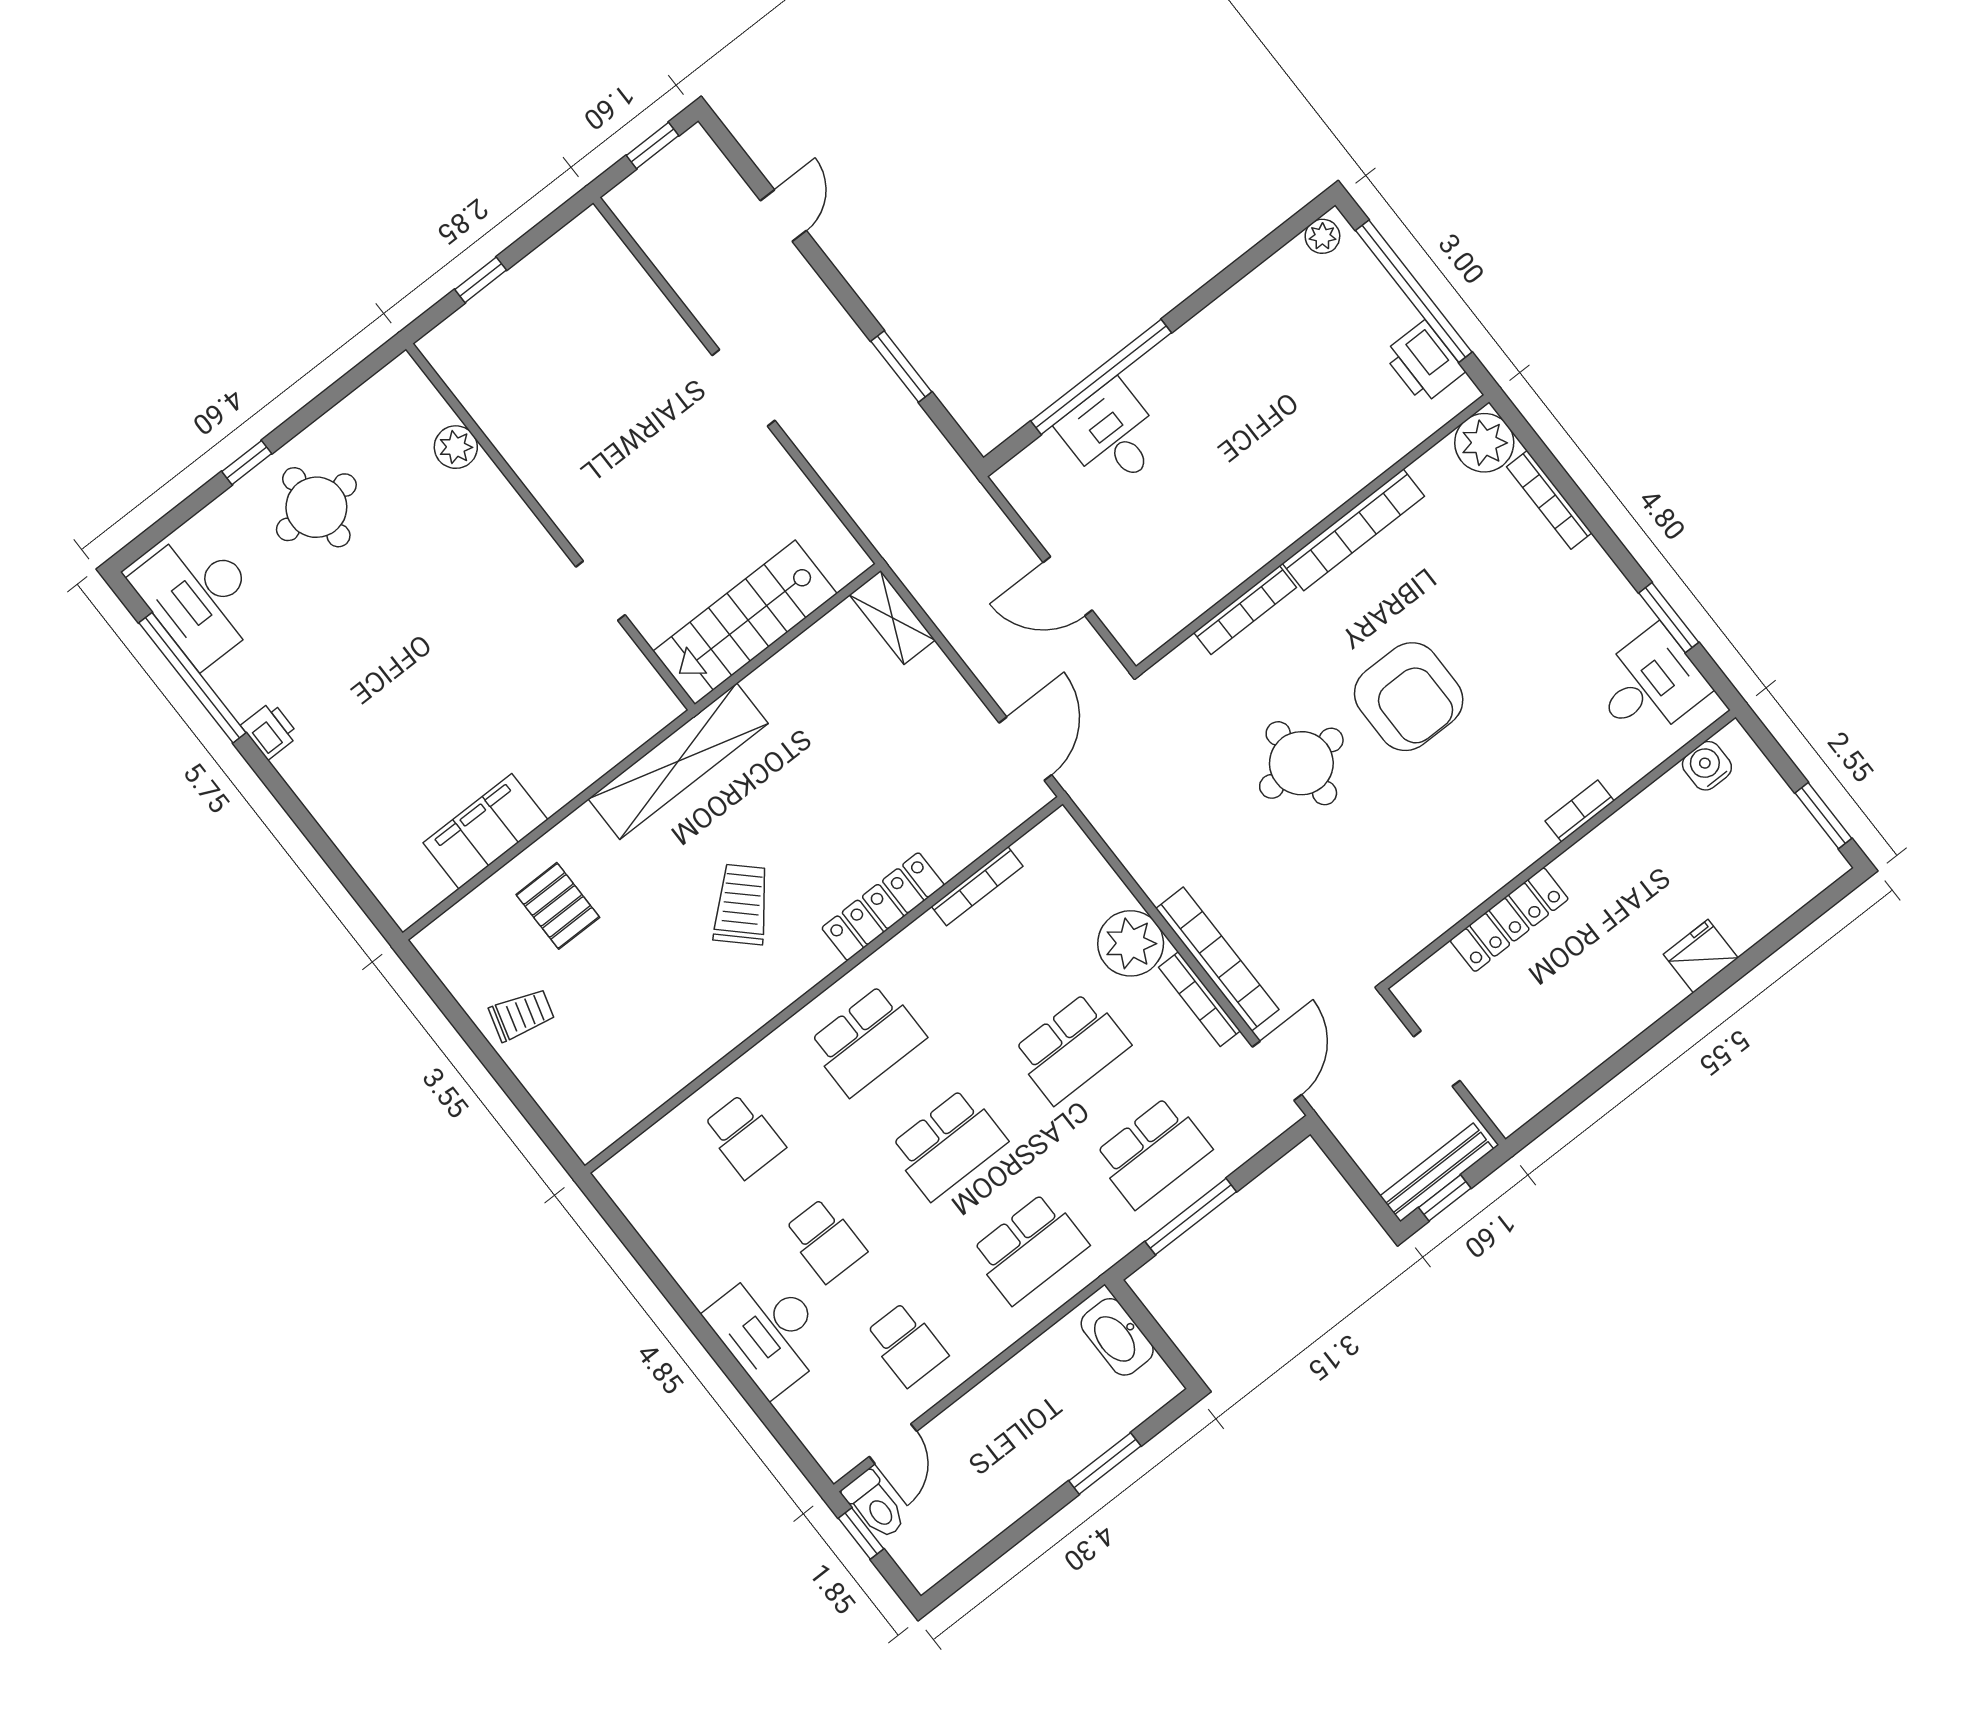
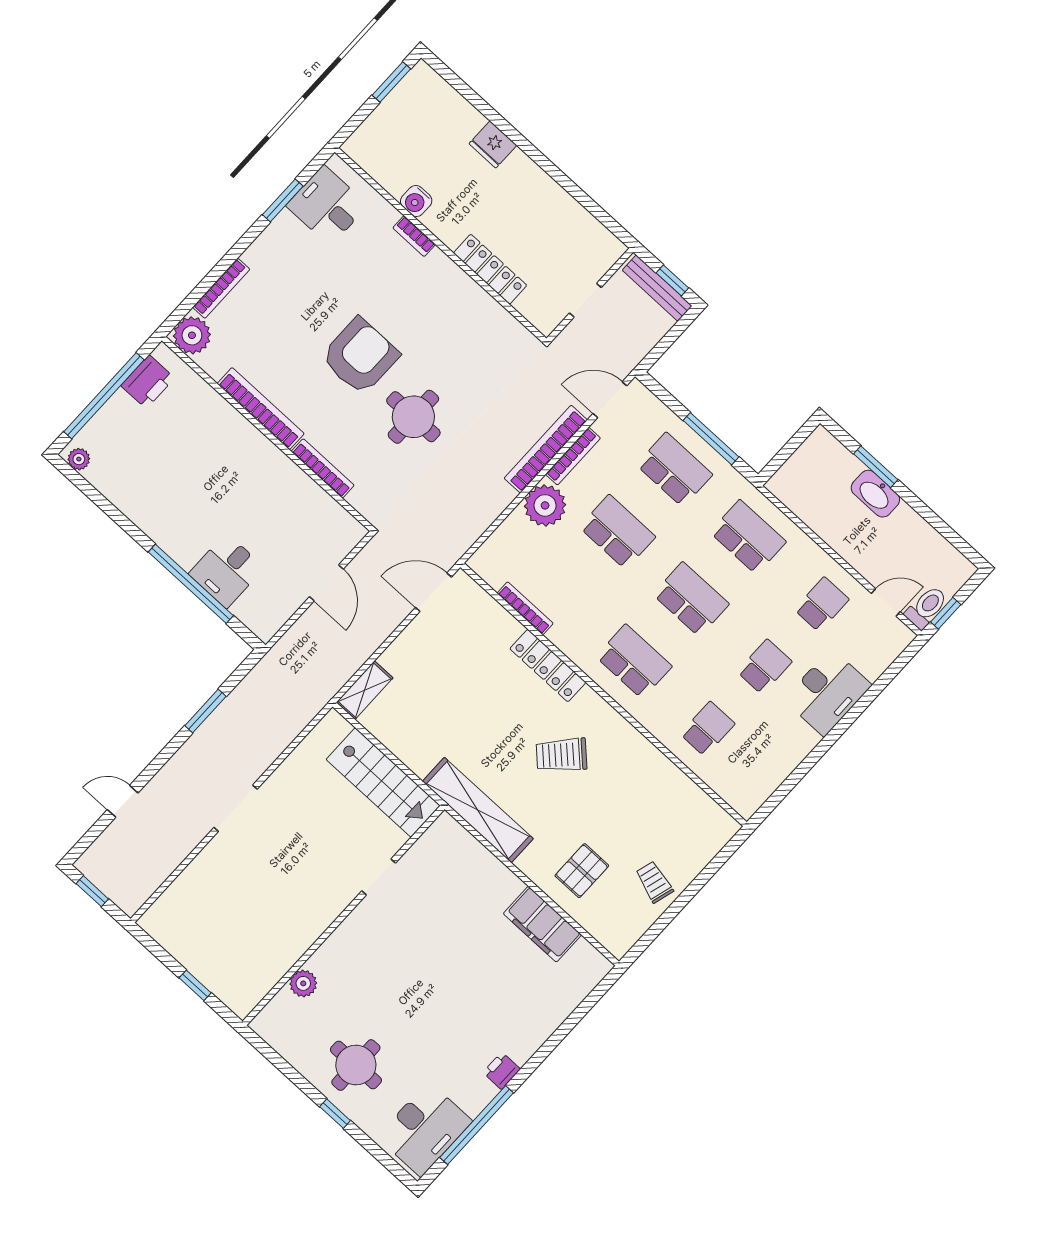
water cooler: (1707, 766) -> (416, 201), moved
washbasin: (1117, 1337) -> (875, 494), moved, turned 90

